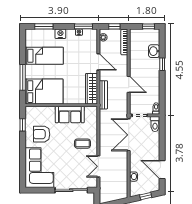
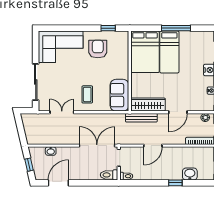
bed: (44, 56) -> (169, 52), moved
window: (23, 77) -> (176, 28), moved
sofa: (70, 115) -> (119, 95), moved

